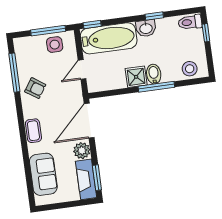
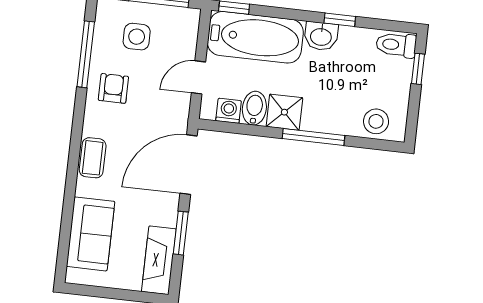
side table: (55, 45) -> (137, 37), moved
bidet: (154, 74) -> (254, 108), moved
washing machine: (104, 84) -> (229, 111), added
armchair: (35, 88) -> (113, 88), turned -124
plant: (82, 151) -> (164, 211), removed
window: (97, 178) -> (181, 233), moved

